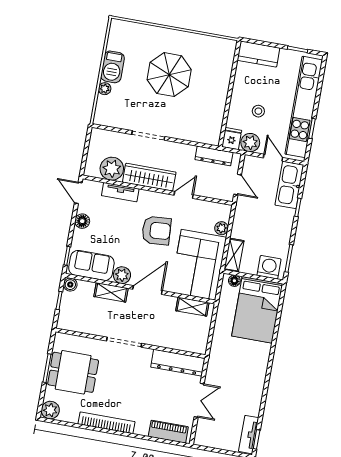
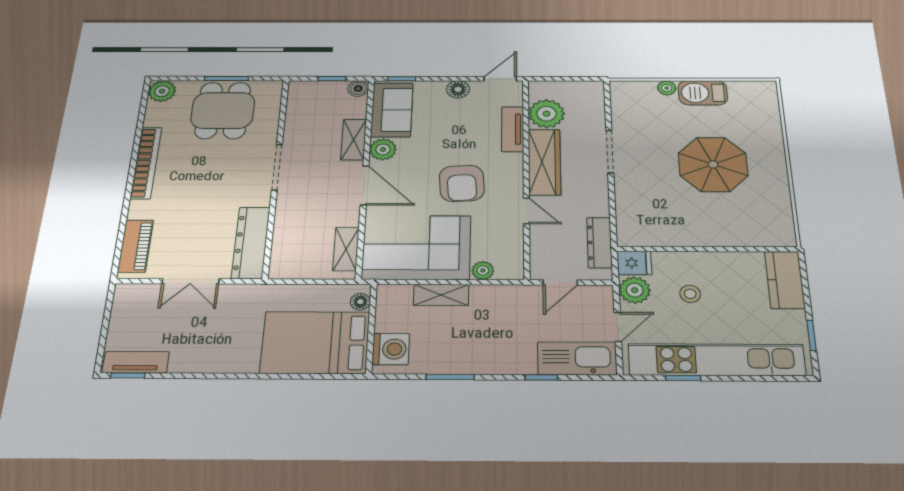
washing machine: (269, 267) -> (391, 349), moved
wall: (253, 277) -> (371, 328), moved
floor lamp: (234, 281) -> (360, 302), moved
bed: (257, 310) -> (315, 342), moved

